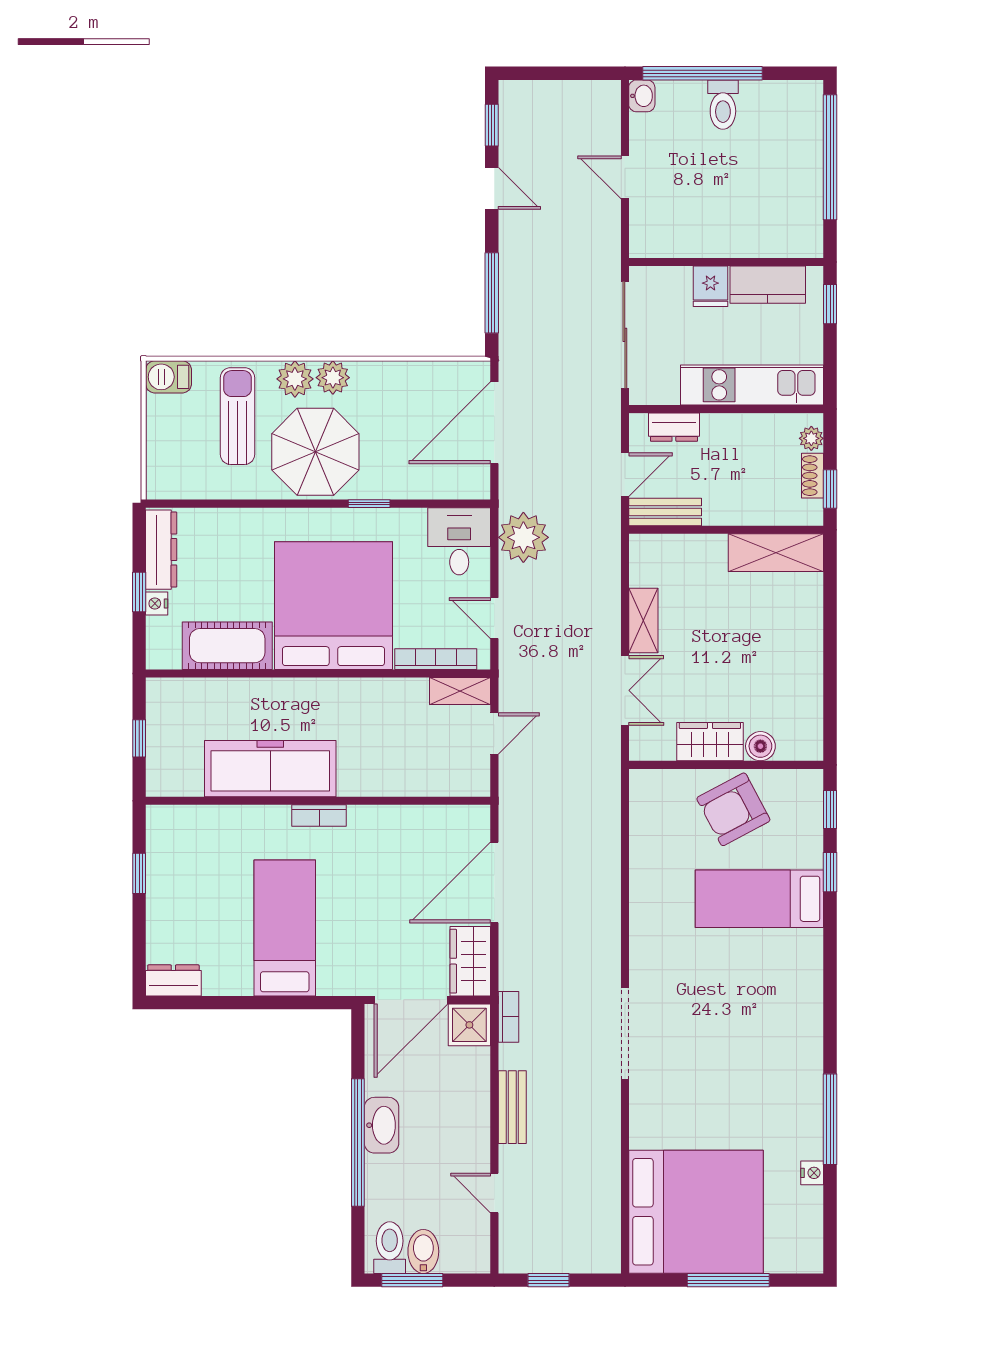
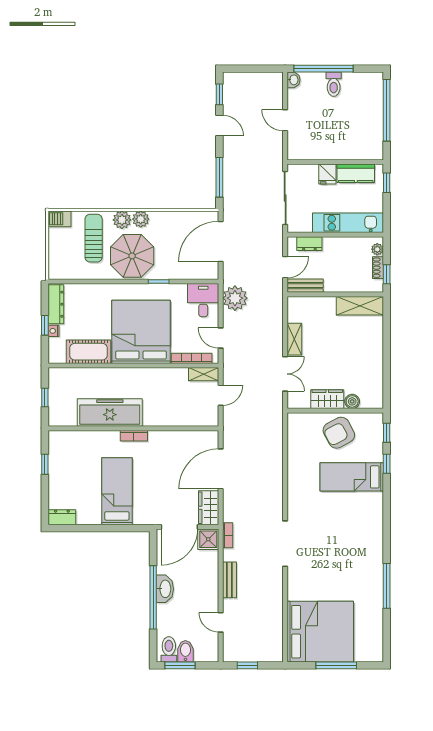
nightstand: (812, 1173) -> (378, 612), removed

